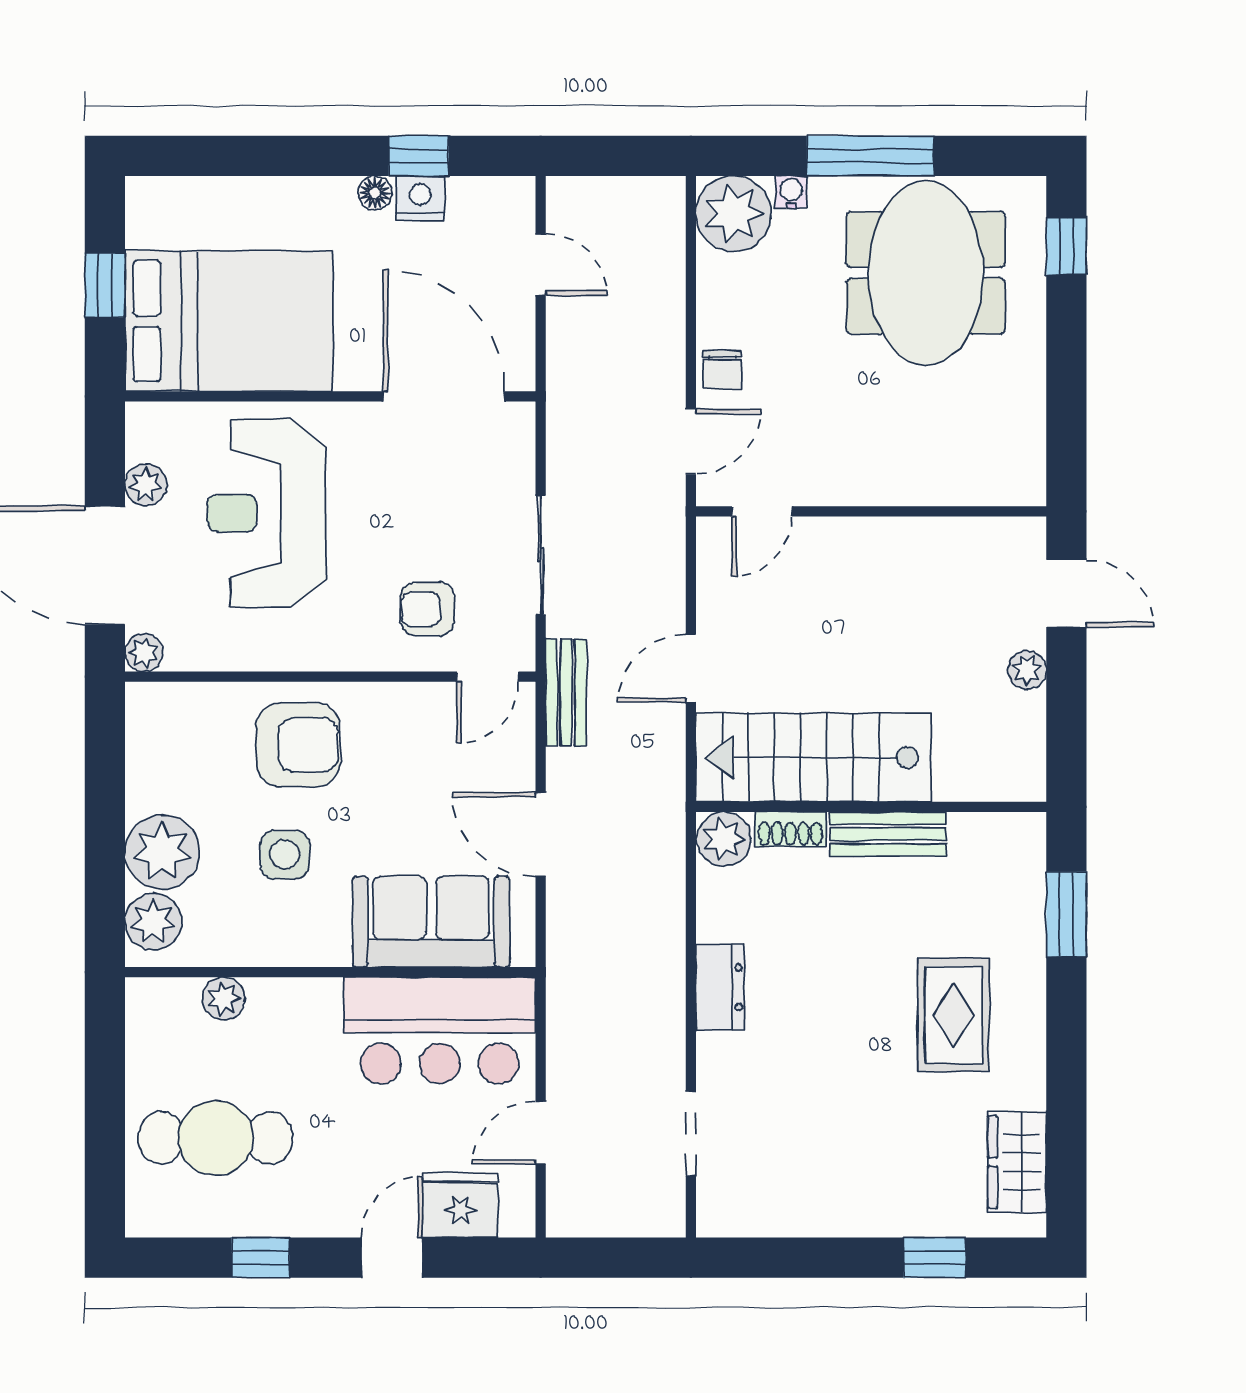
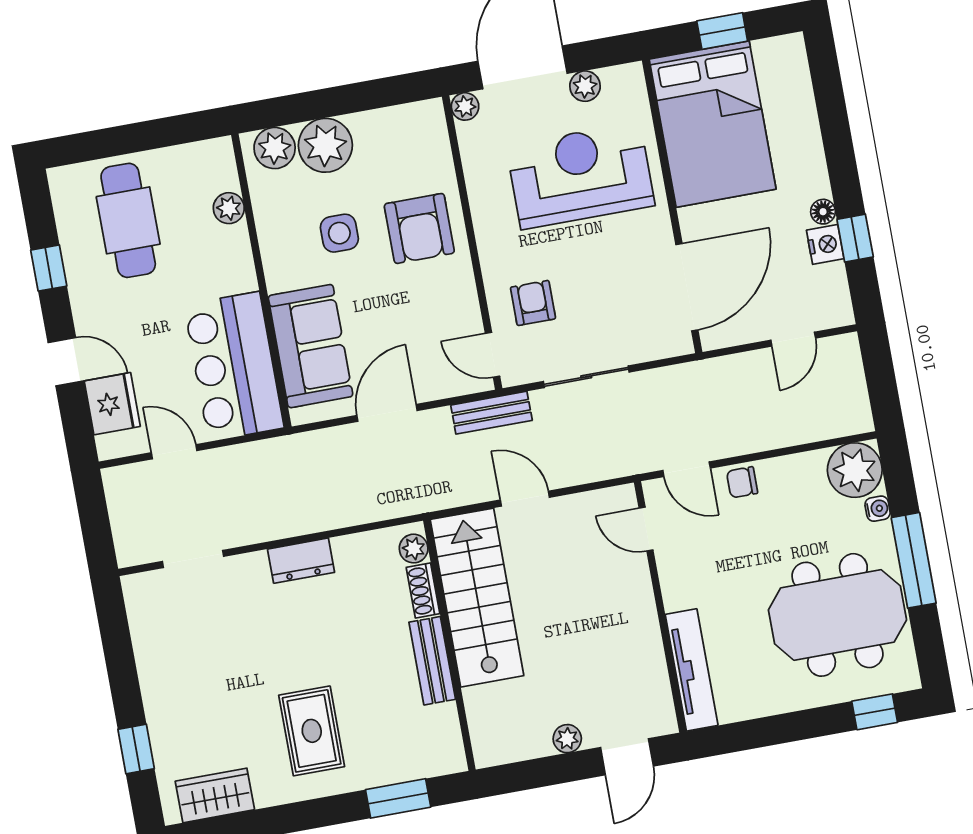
tv unit: (965, 484) -> (692, 670), added
plant: (724, 839) -> (414, 549), width x0.73, depth x0.73
rug: (953, 1015) -> (312, 731), turned 90

